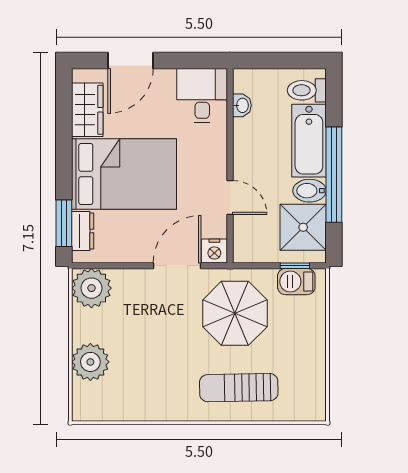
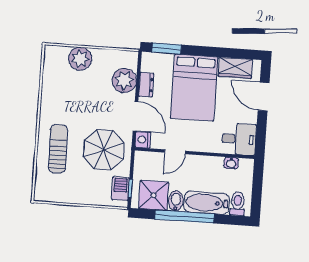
dresser: (83, 231) -> (146, 85), moved, turned -90
plant: (91, 288) -> (124, 80), moved

